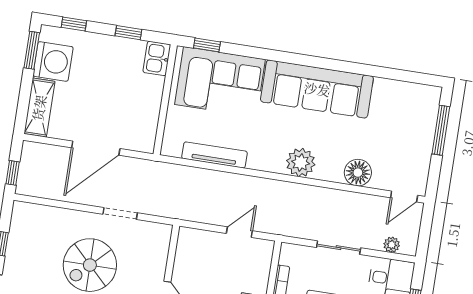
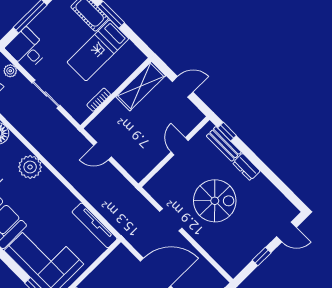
tv unit: (214, 155) -> (95, 225), moved

